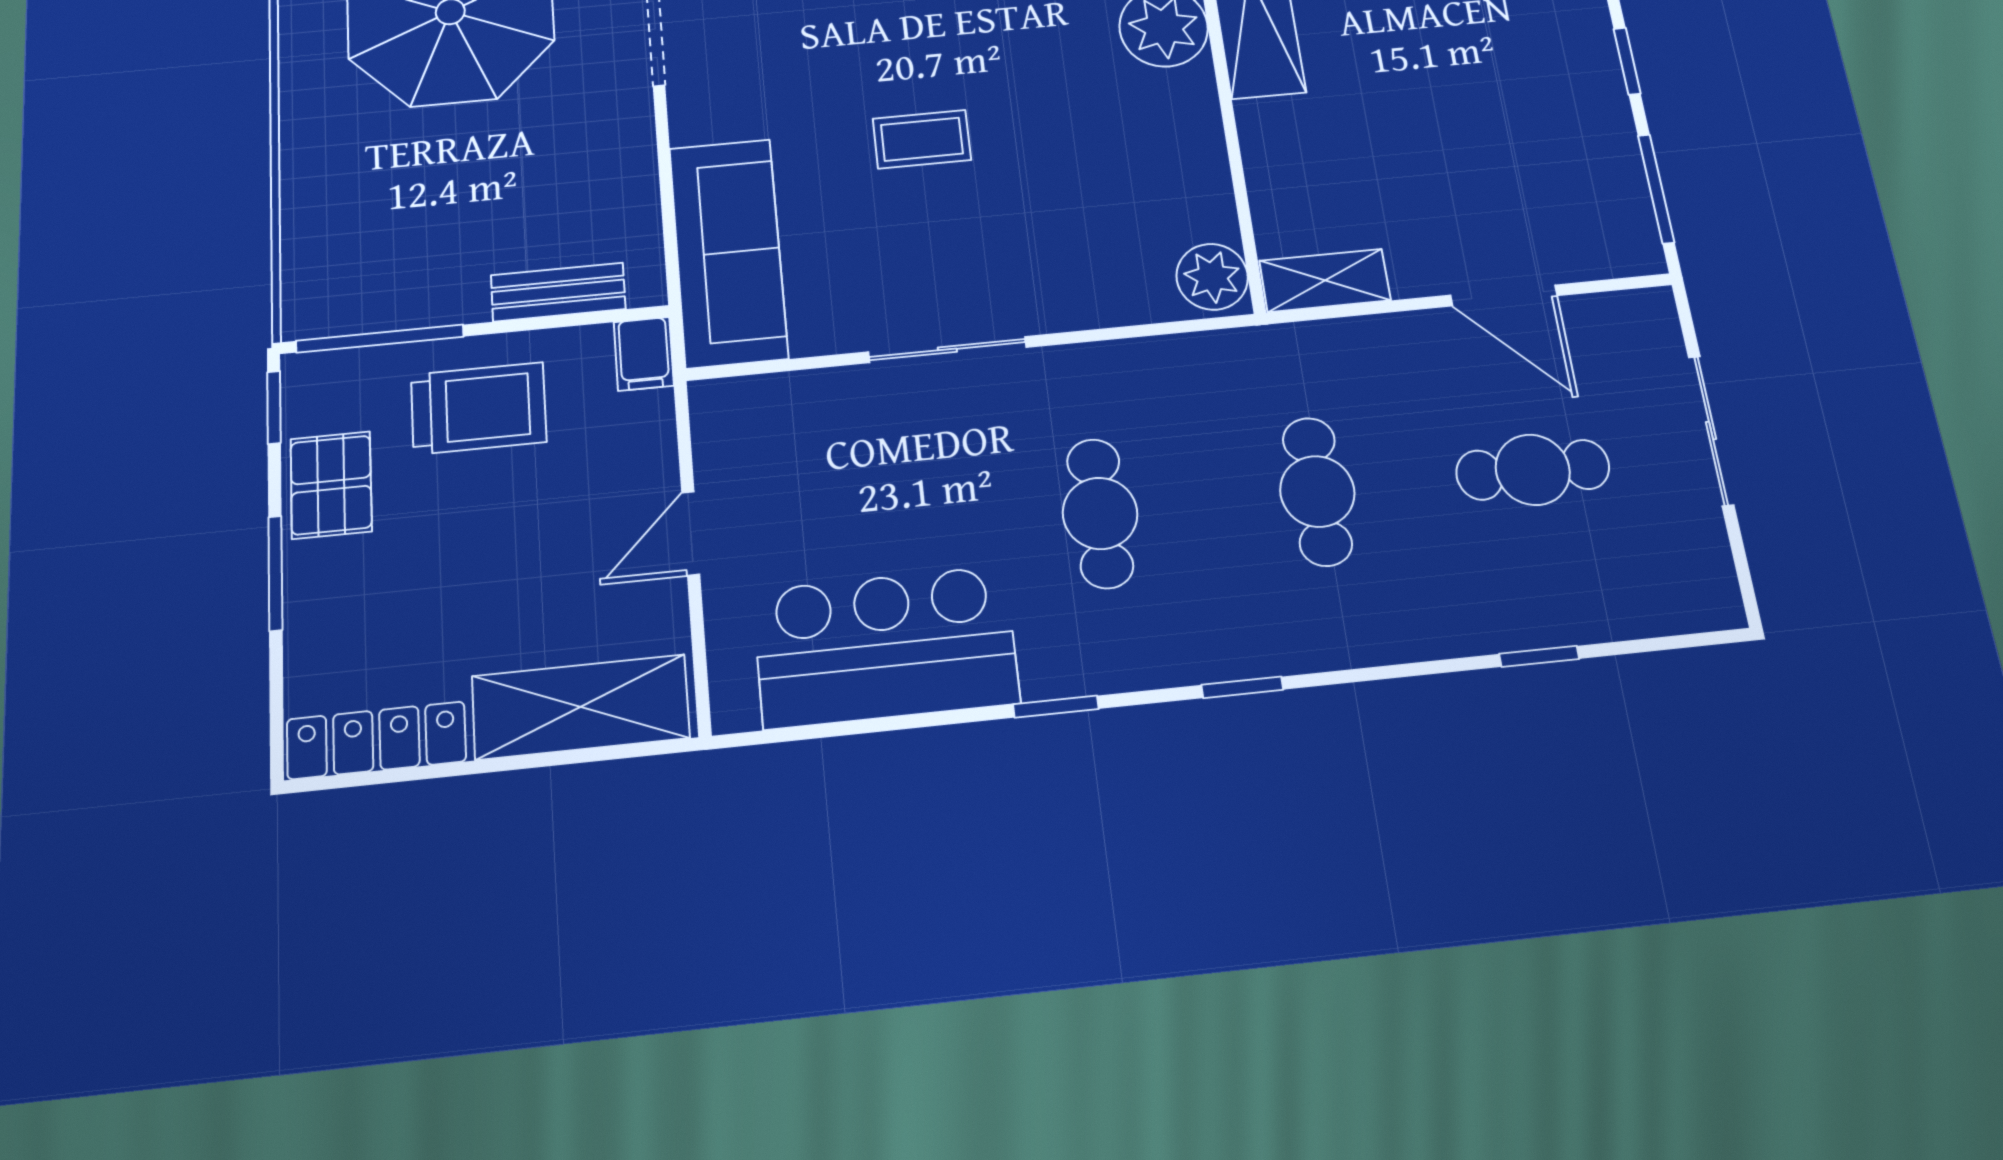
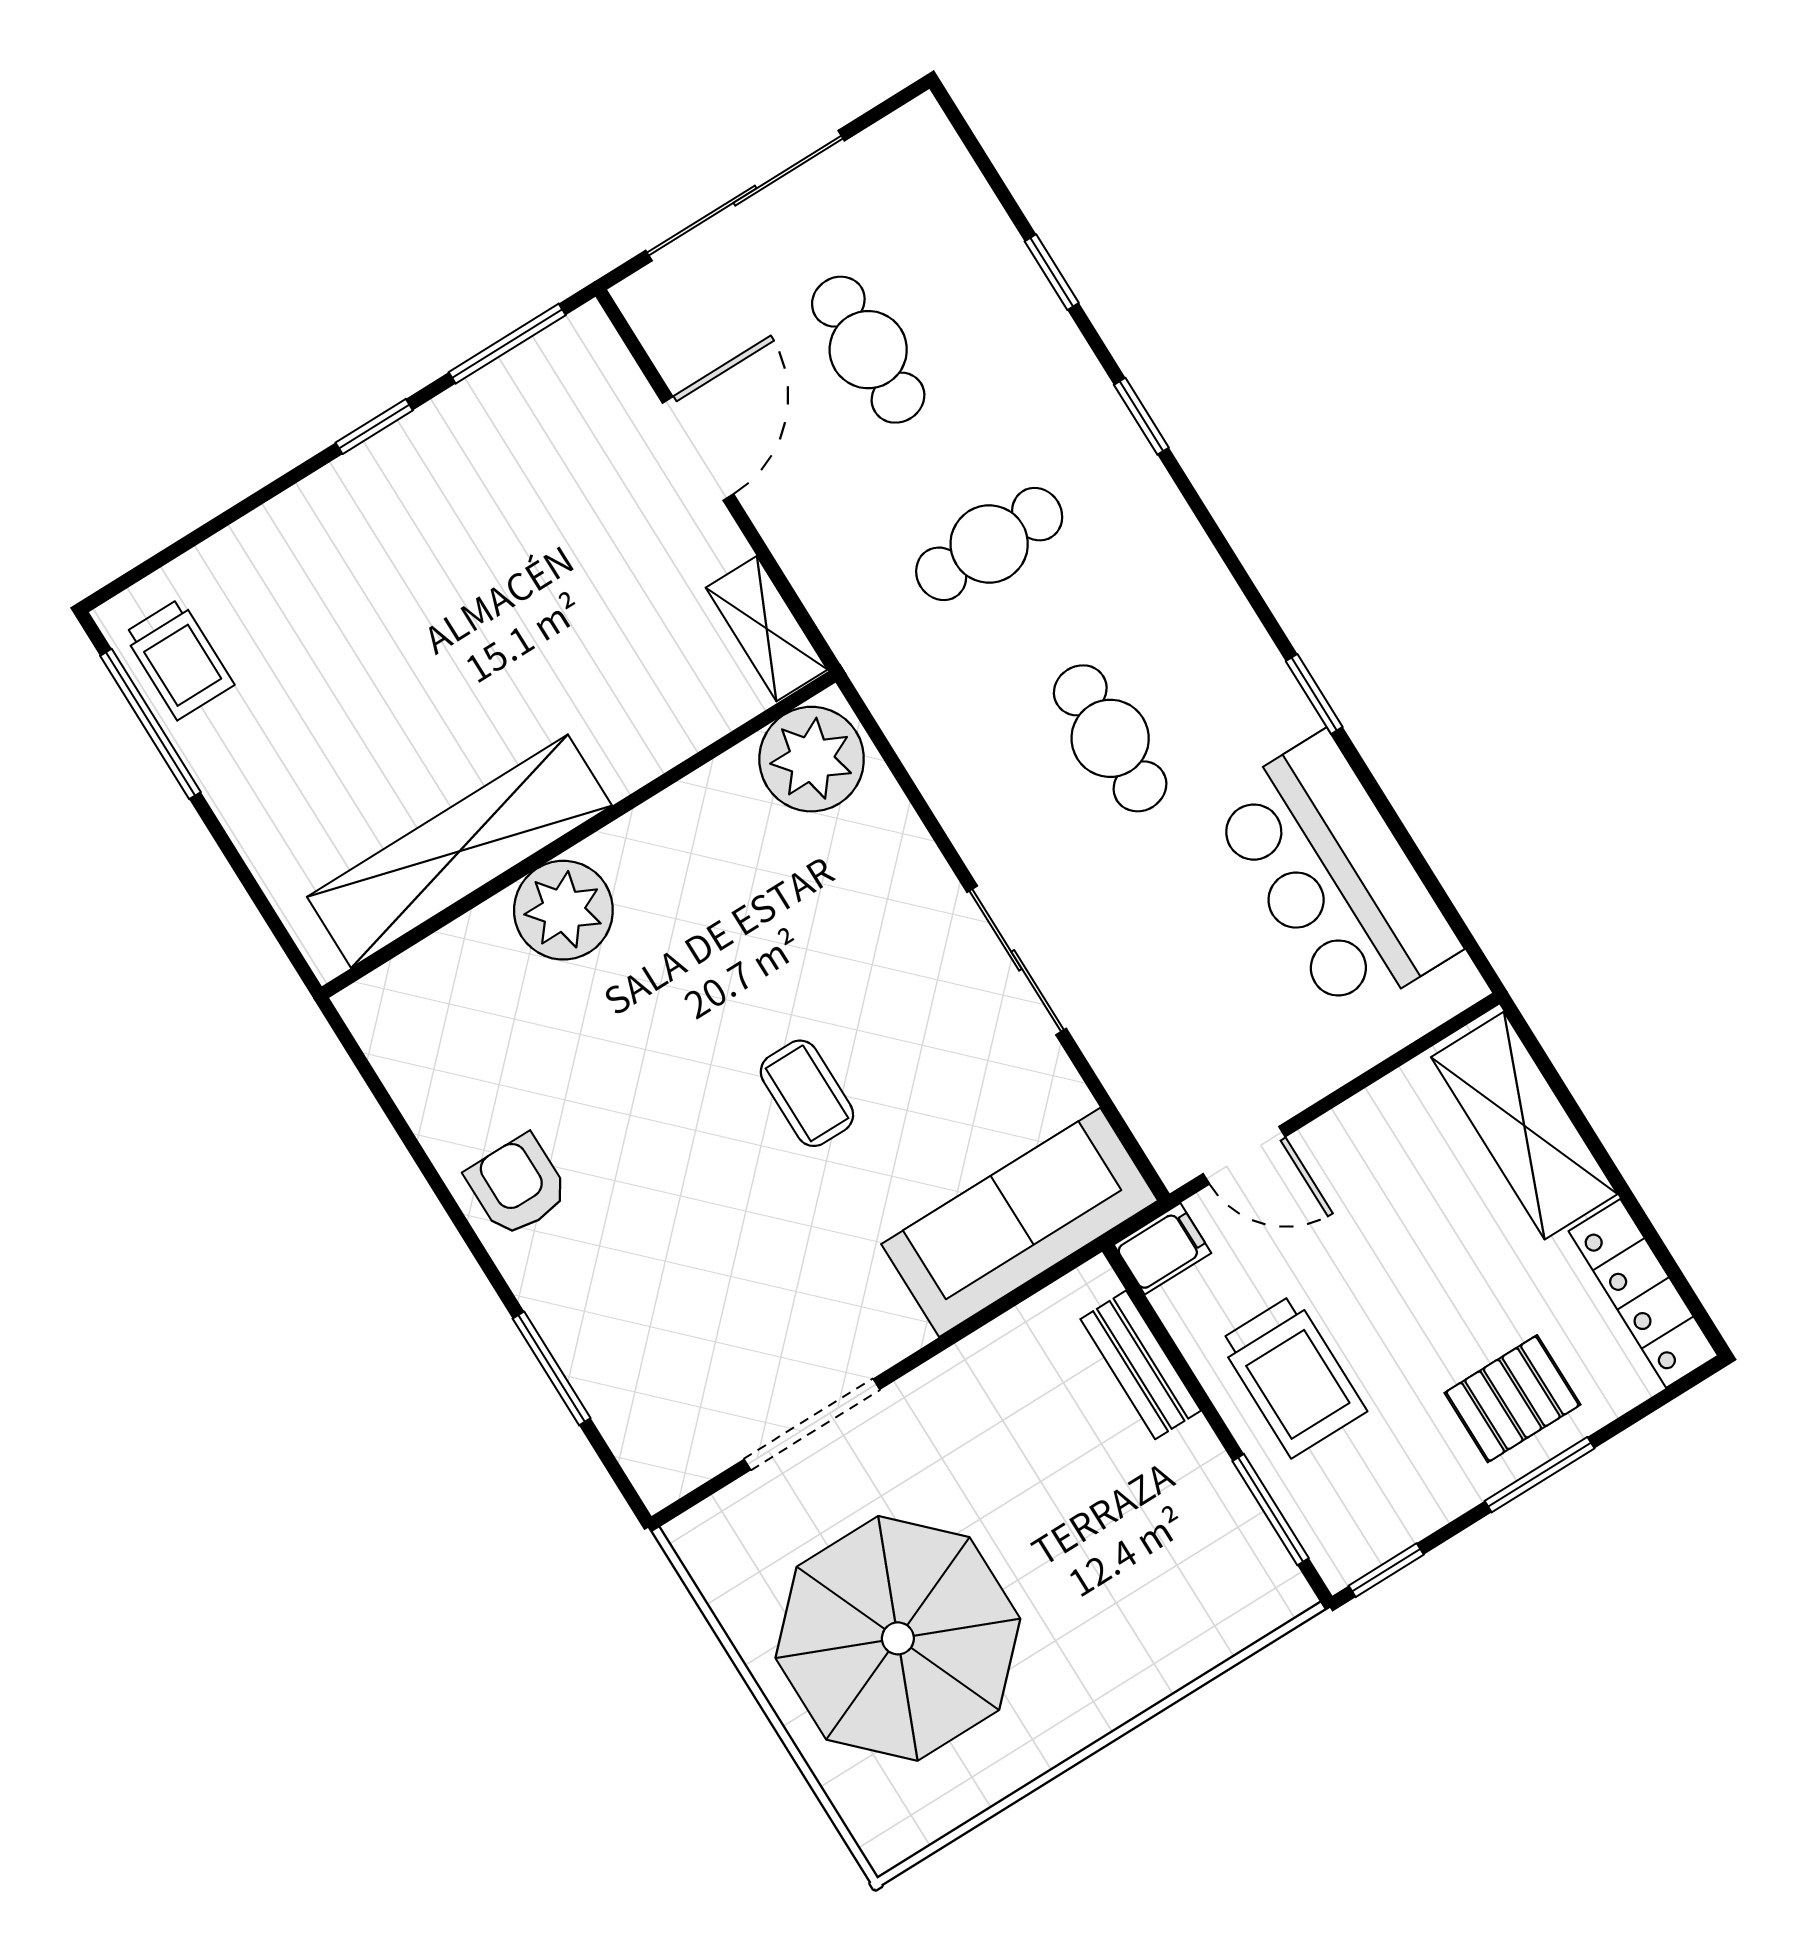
plant: (1212, 277) -> (812, 759), width x1.36, depth x1.36
window: (380, 339) -> (1271, 1510), width x0.69
trolley: (479, 408) -> (1293, 1376), turned 180
sliding door: (1711, 431) -> (745, 196), width x1.37
pallet: (331, 485) -> (1512, 1399), moved
cafe table: (1100, 513) -> (1110, 738), turned 90
door: (691, 533) -> (1244, 1155), moved
window: (1242, 687) -> (1141, 416), moved

